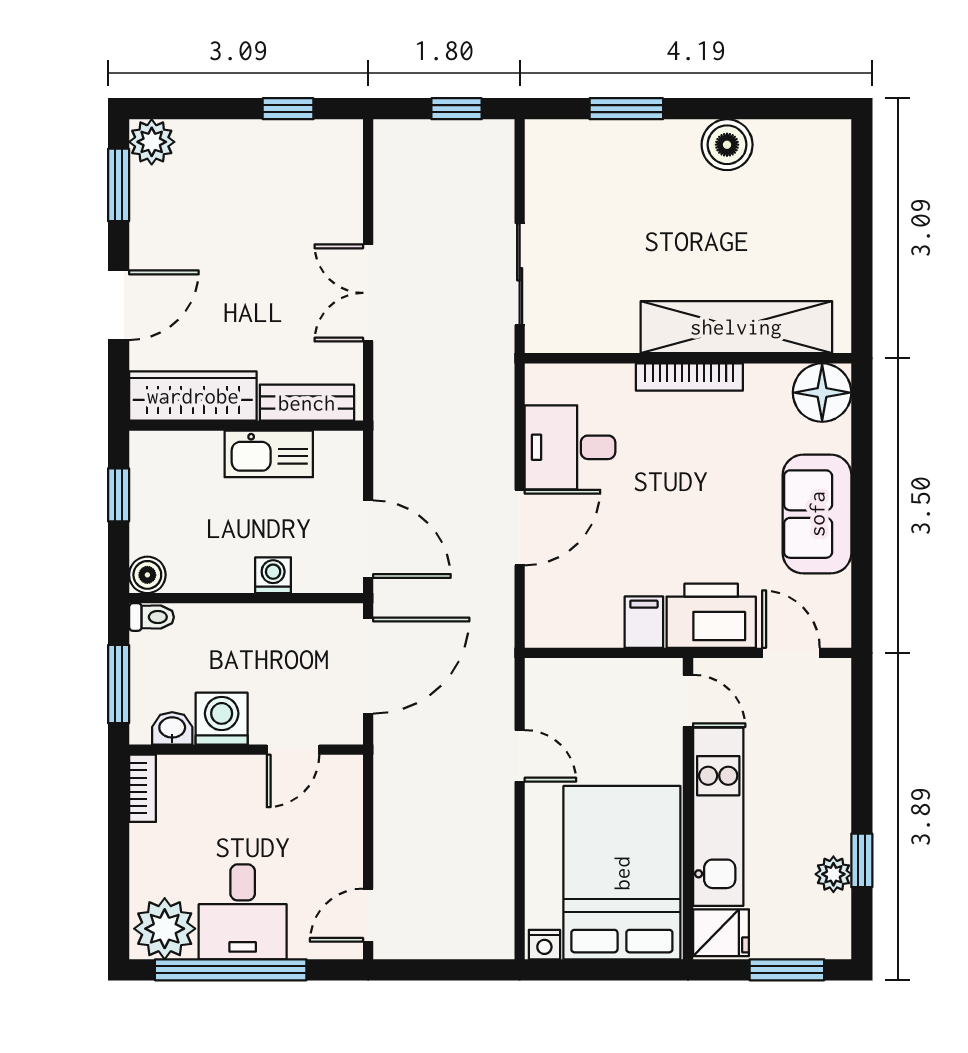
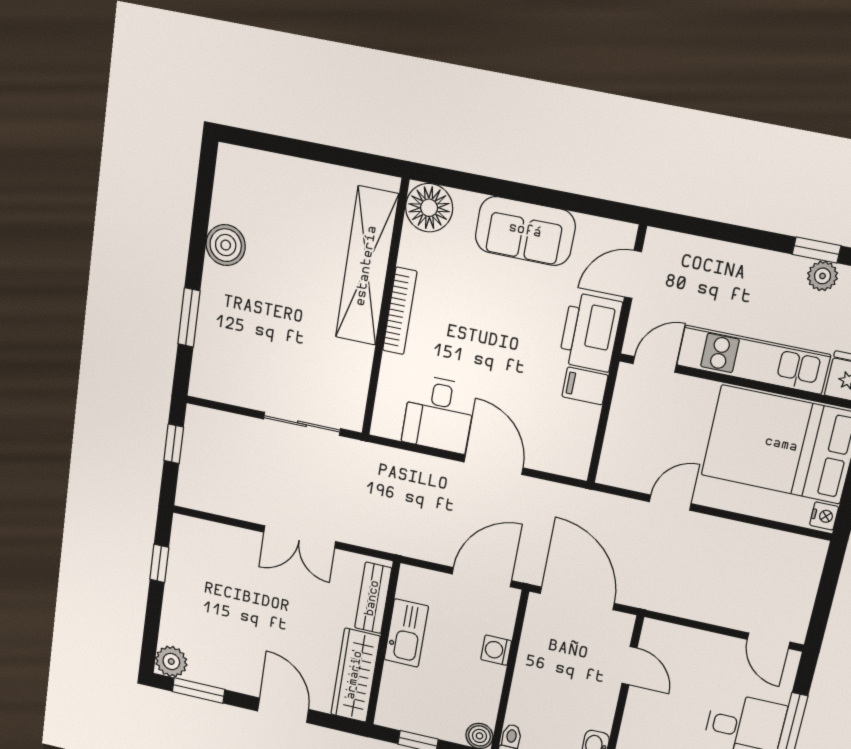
washing machine: (222, 719) -> (595, 710), removed

